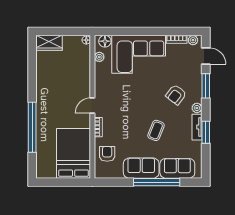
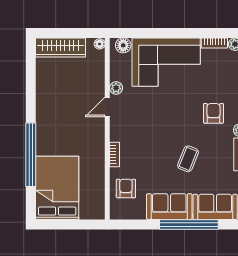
wardrobe: (49, 43) -> (60, 47), width x1.50
plant: (99, 57) -> (116, 88), moved
armchair: (176, 95) -> (213, 113), turned 143
door: (92, 106) -> (107, 107), moved
bed: (74, 153) -> (57, 188), moved

